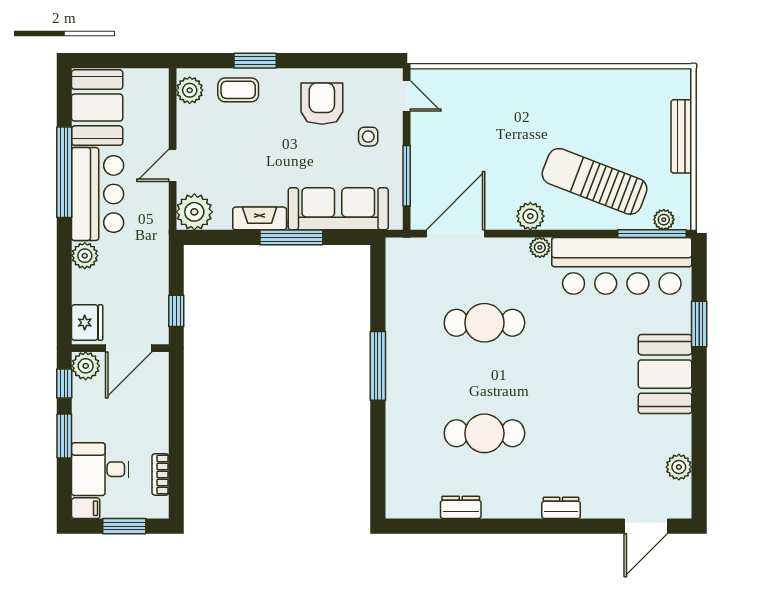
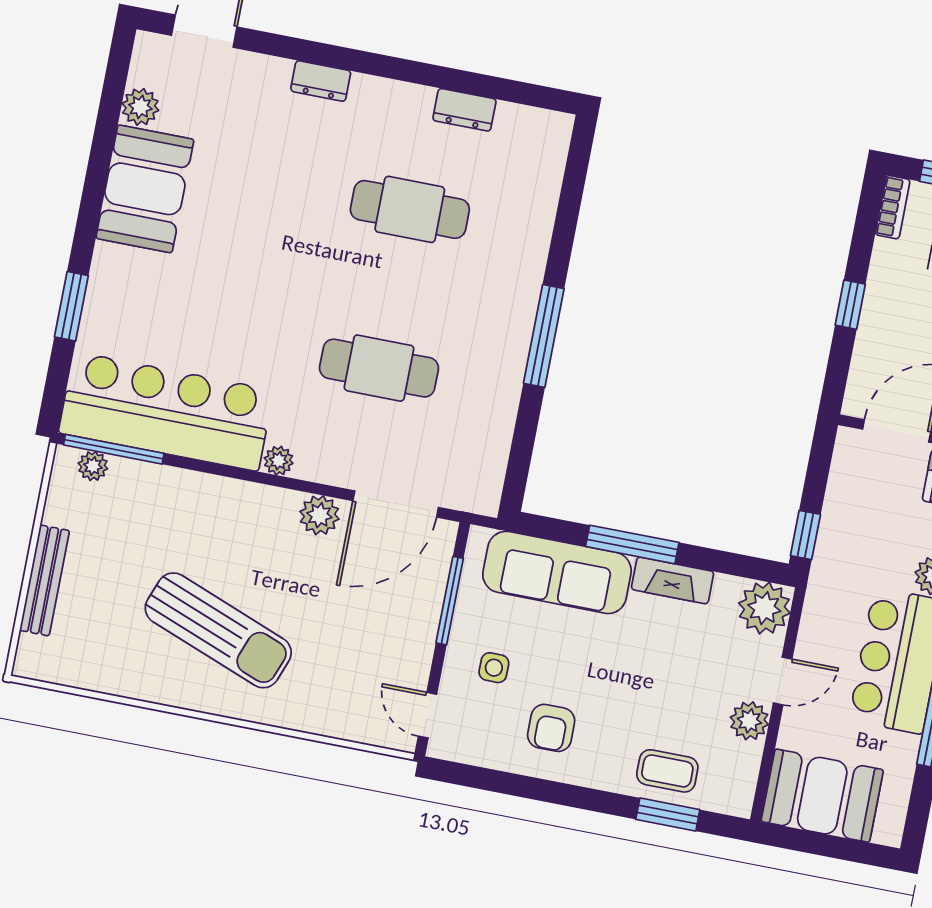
window: (255, 61) -> (668, 815), moved
plant: (190, 90) -> (749, 721), moved
armchair: (322, 104) -> (551, 728), width x0.72, depth x0.72
booth: (97, 108) -> (822, 796), moved, turned 90
sun lounger: (595, 181) -> (218, 630), moved
plant: (530, 216) -> (319, 515), moved
window: (176, 311) -> (805, 535), moved
booth: (665, 374) -> (145, 189), moved
window: (176, 427) -> (850, 305), added
bookcase: (160, 474) -> (893, 207), moved

